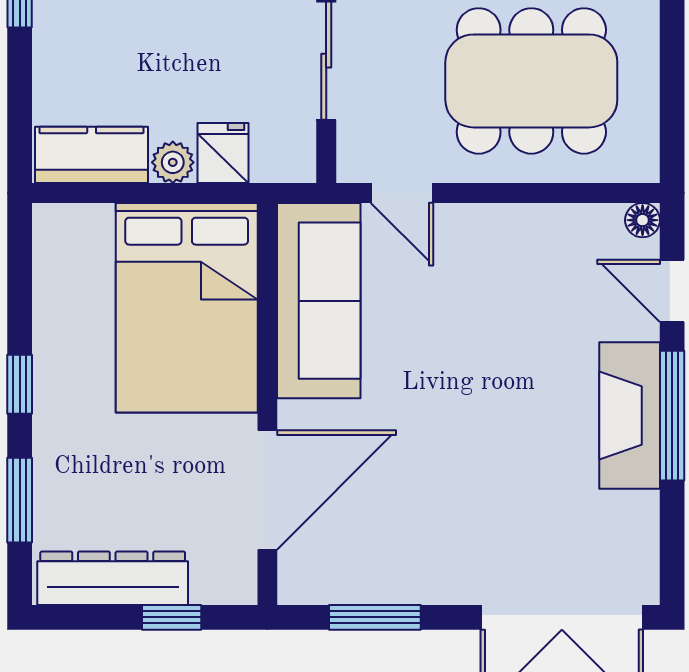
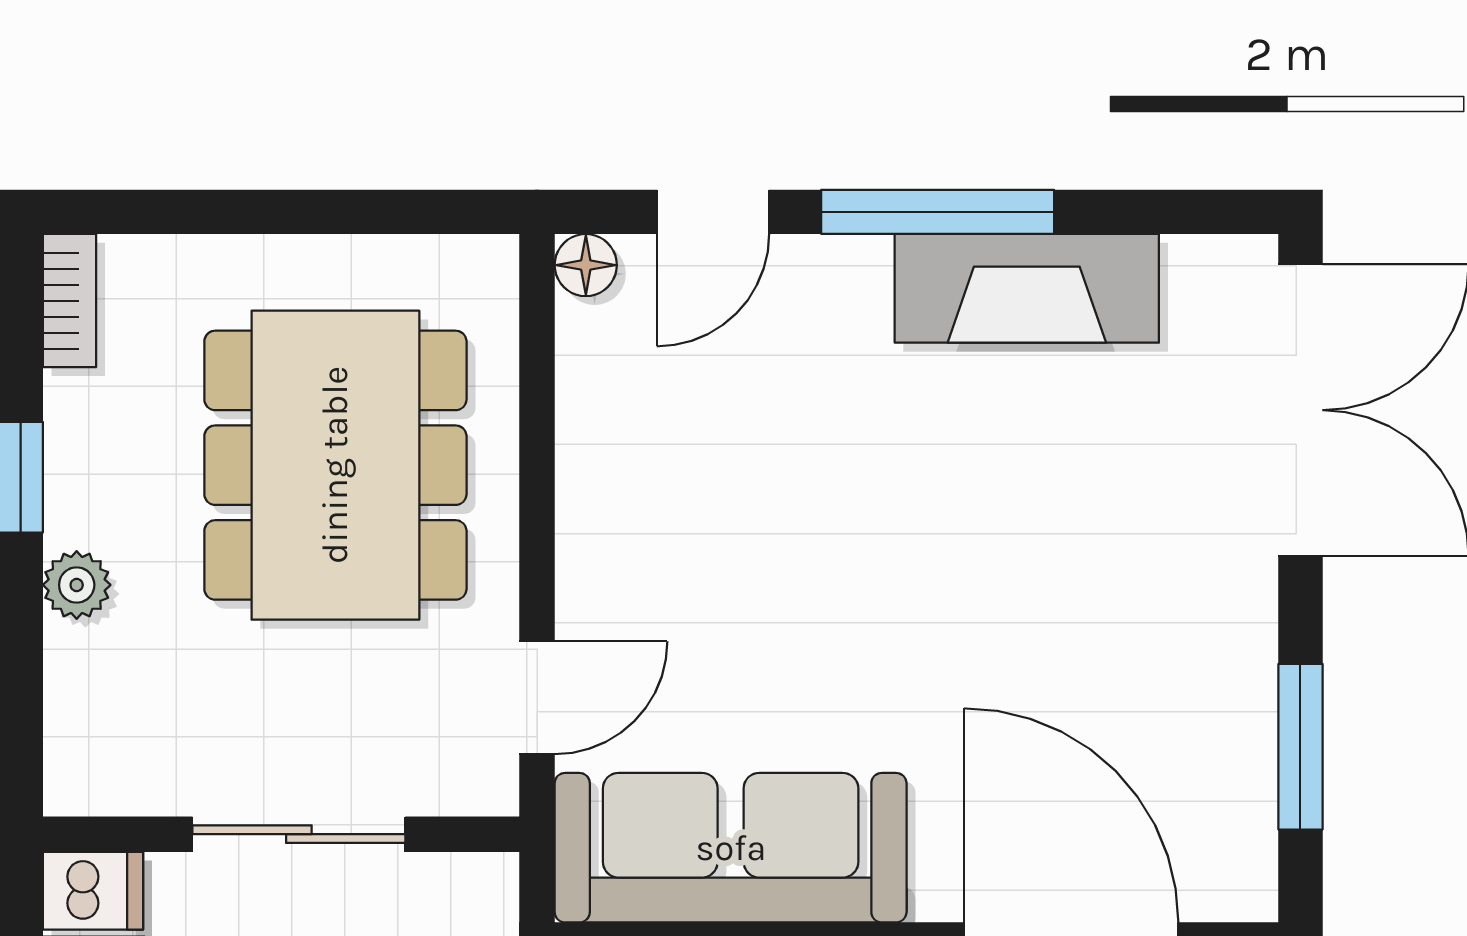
fireplace: (630, 415) -> (1027, 288), moved

